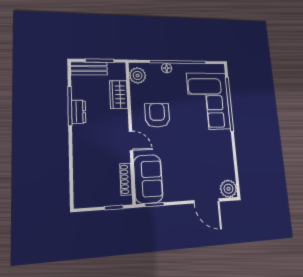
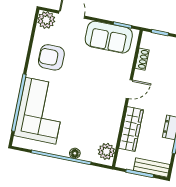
wardrobe: (119, 95) -> (131, 129), width x1.50
armchair: (157, 115) -> (51, 57), moved, turned 90
door: (131, 141) -> (129, 89), swing flipped
shoe rack: (126, 179) -> (142, 59), width x0.70
sofa: (148, 179) -> (109, 37), moved, turned -90

